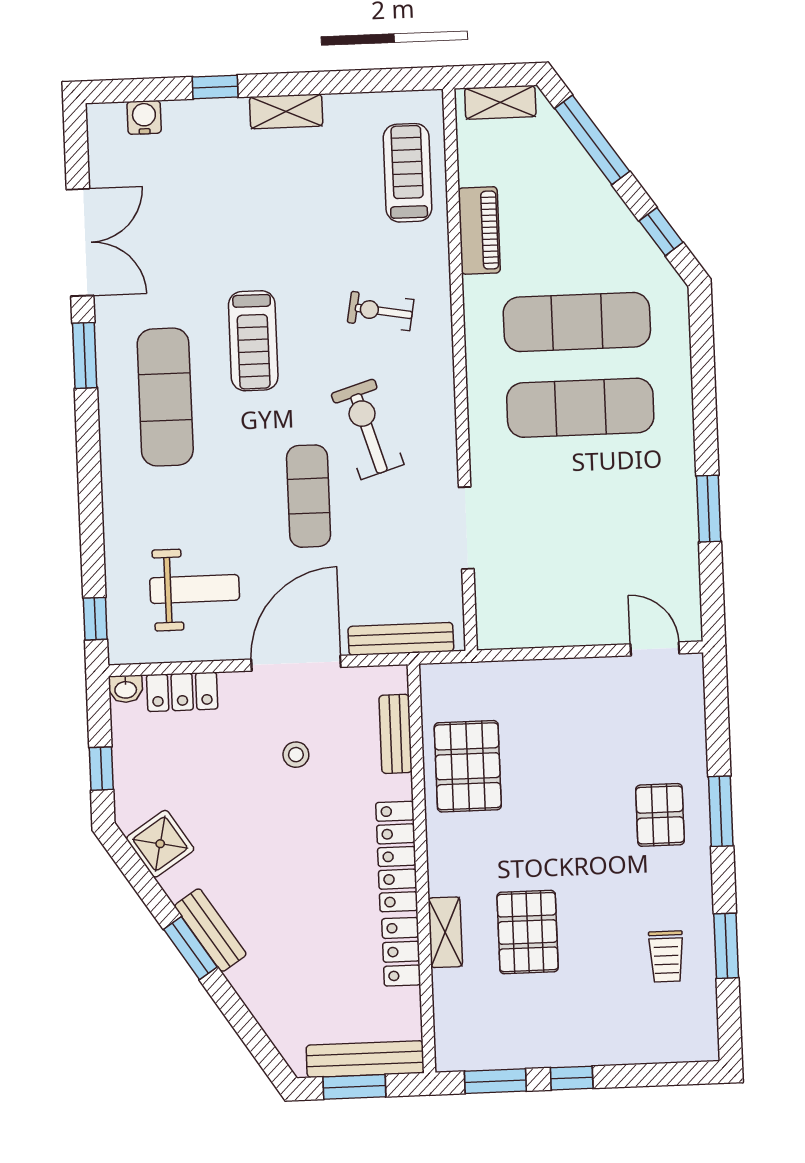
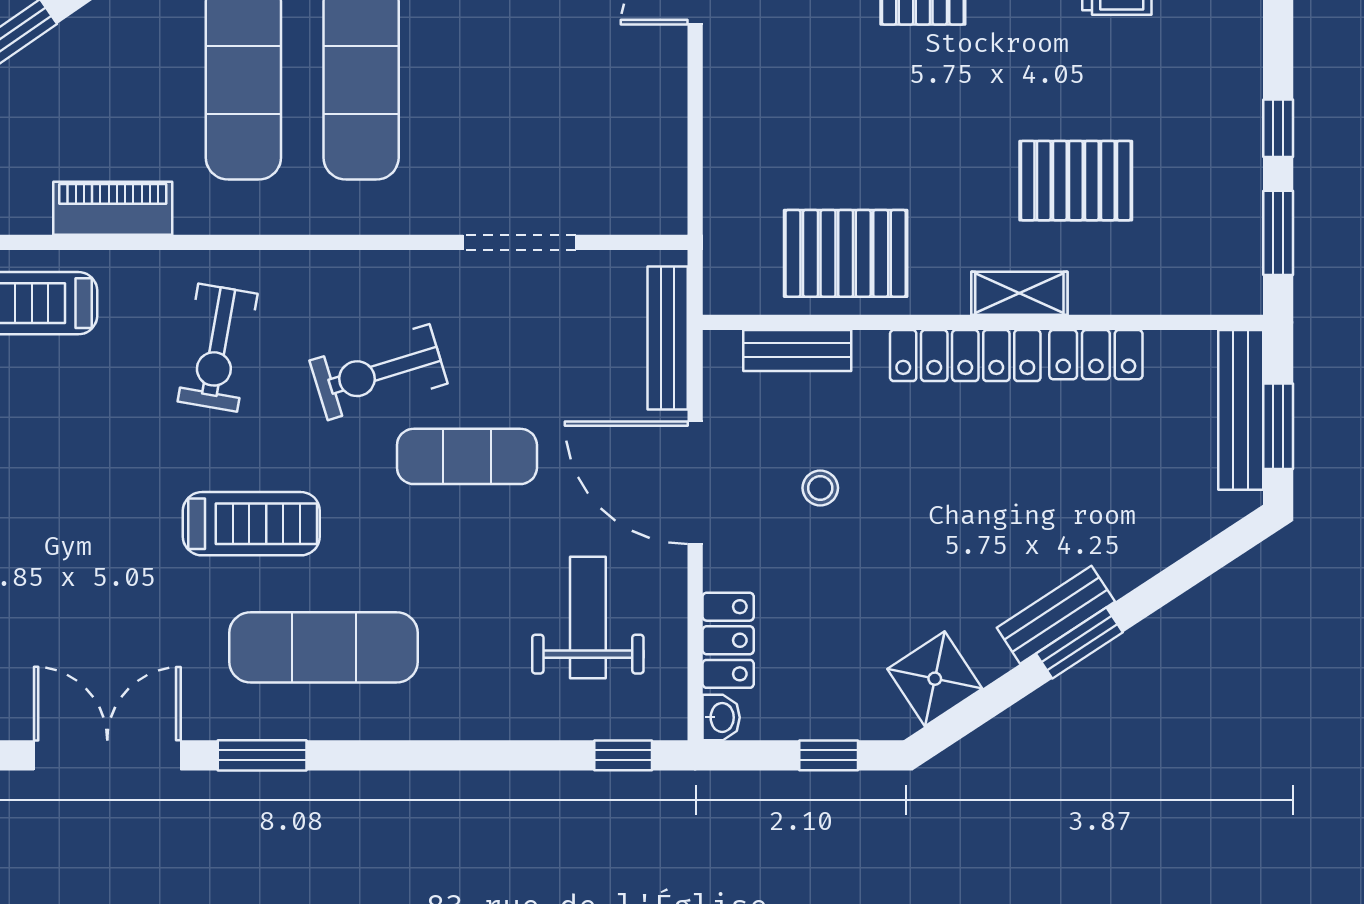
exercise bike: (381, 311) -> (218, 348), width x1.38, depth x1.39
shelving: (445, 932) -> (1019, 293), moved

